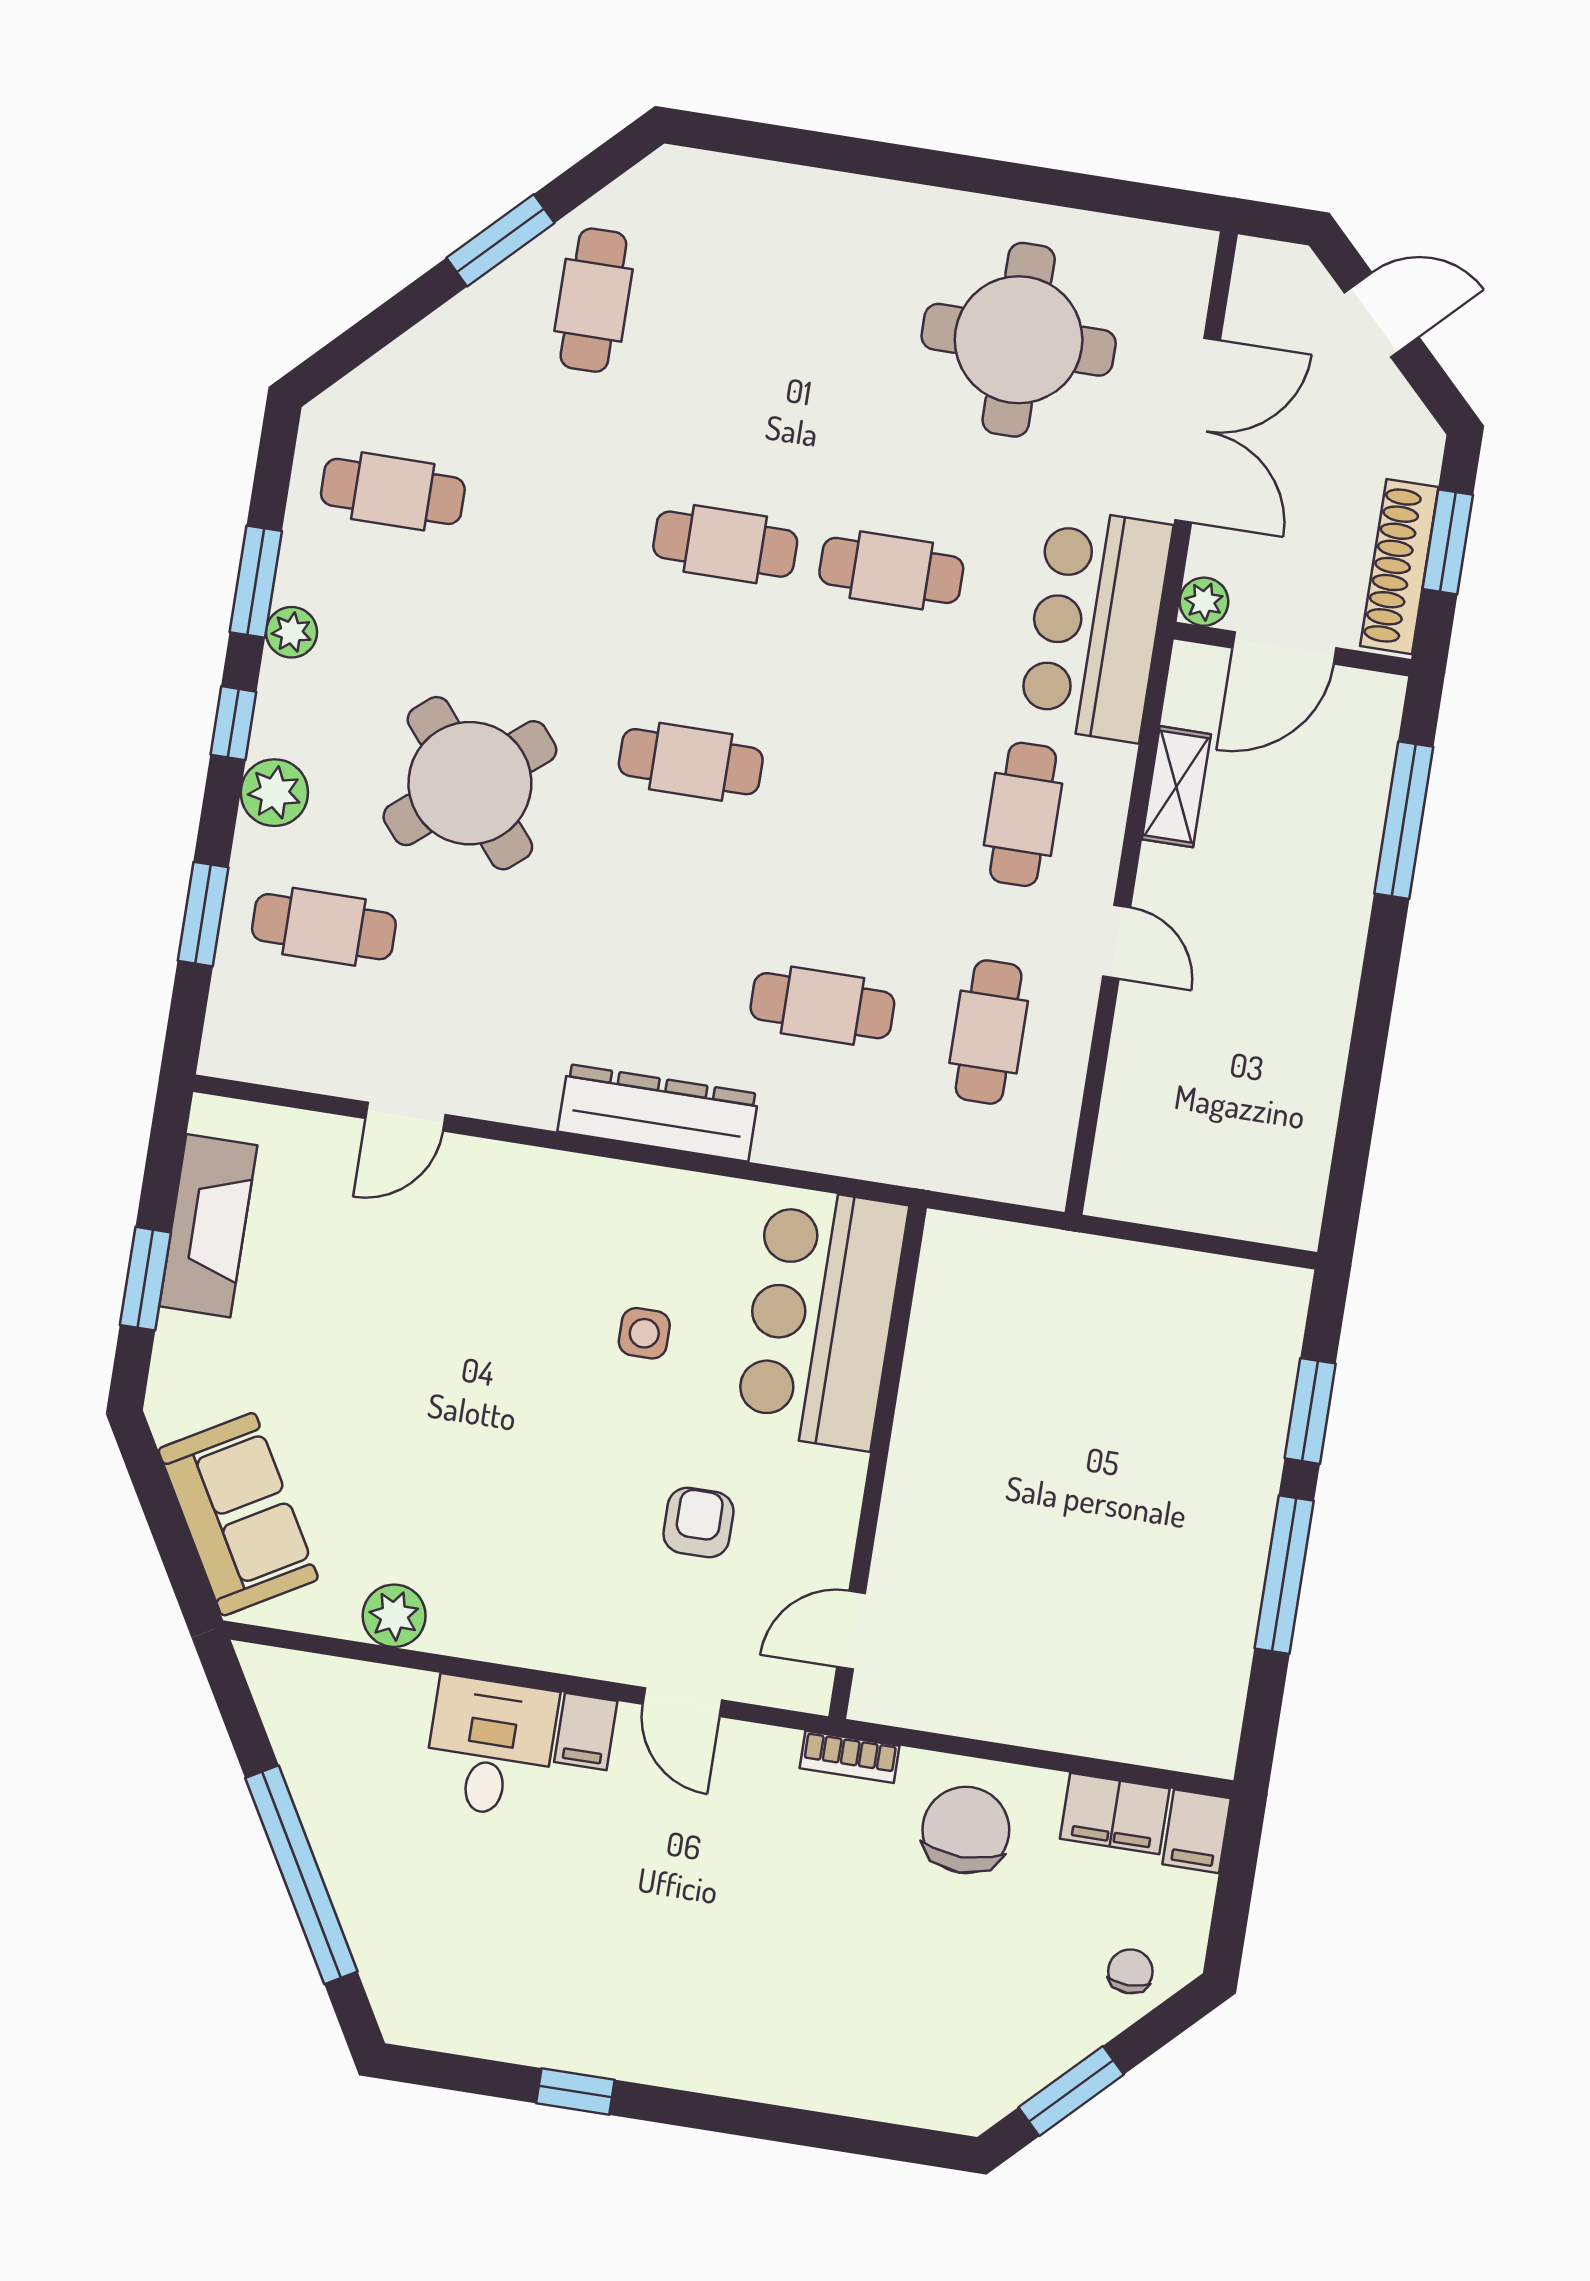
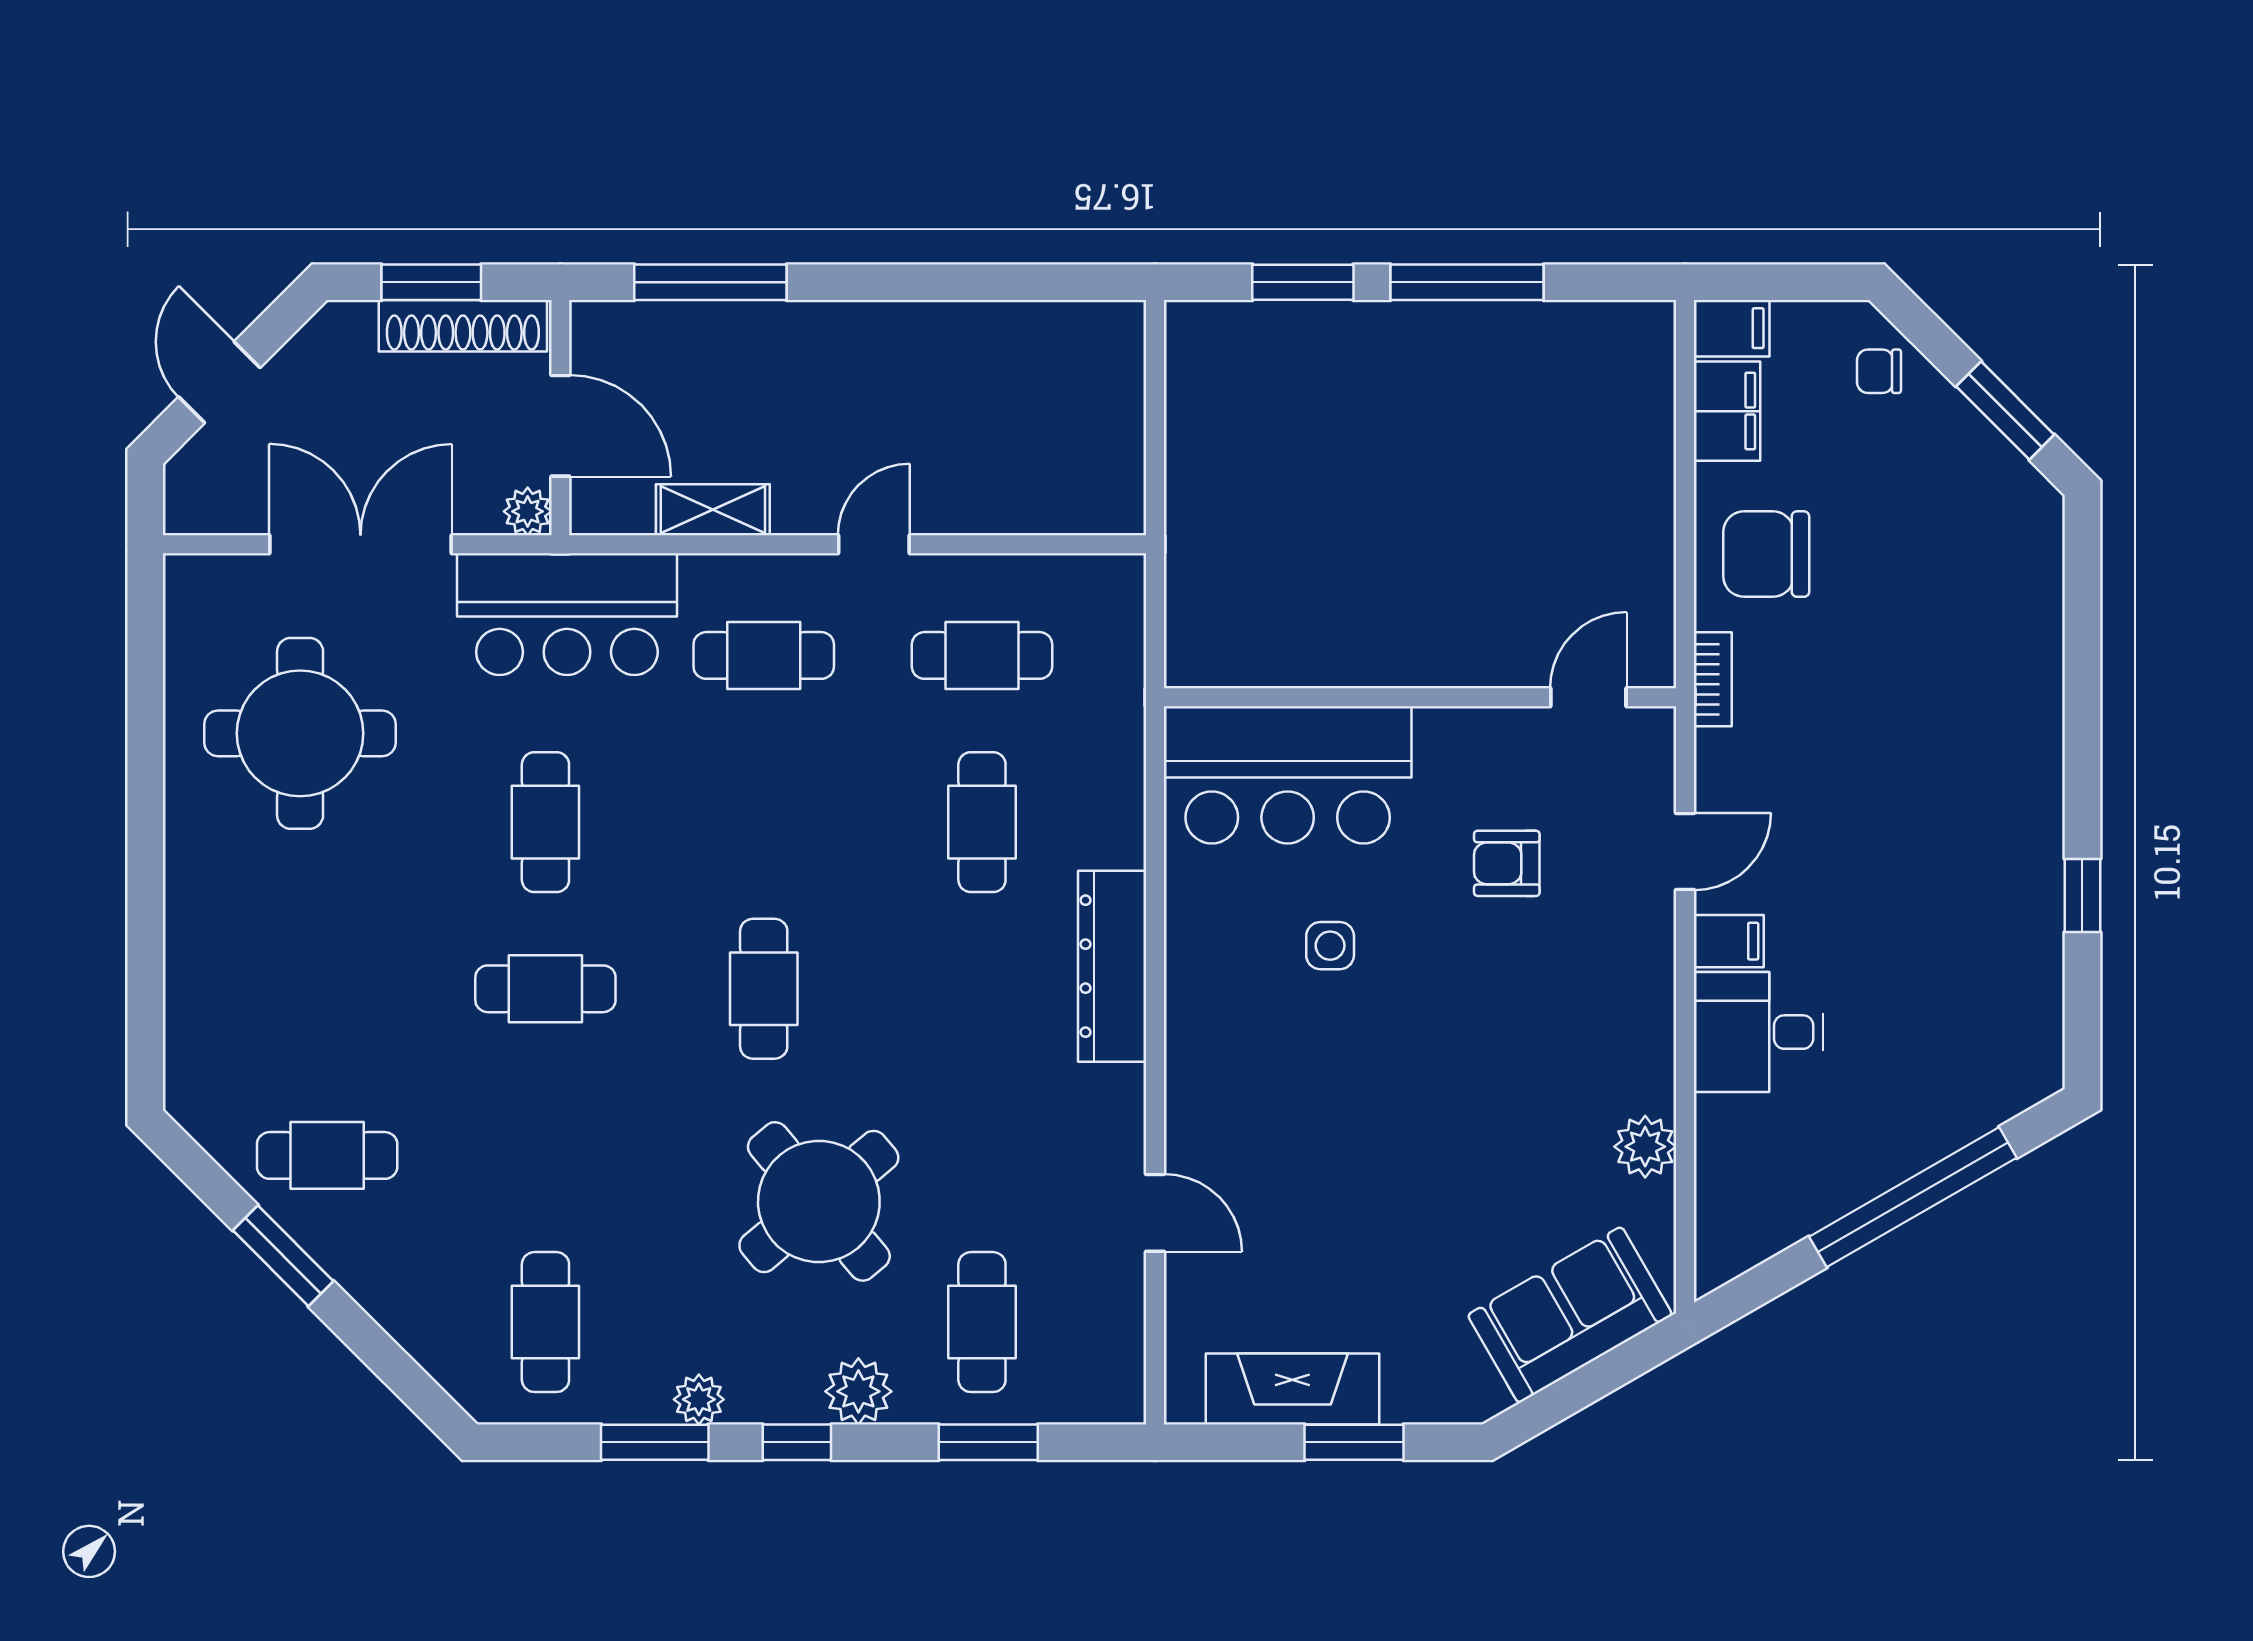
cafe table: (725, 544) -> (545, 989), turned 90
door: (851, 1630) -> (1588, 697), swing flipped

